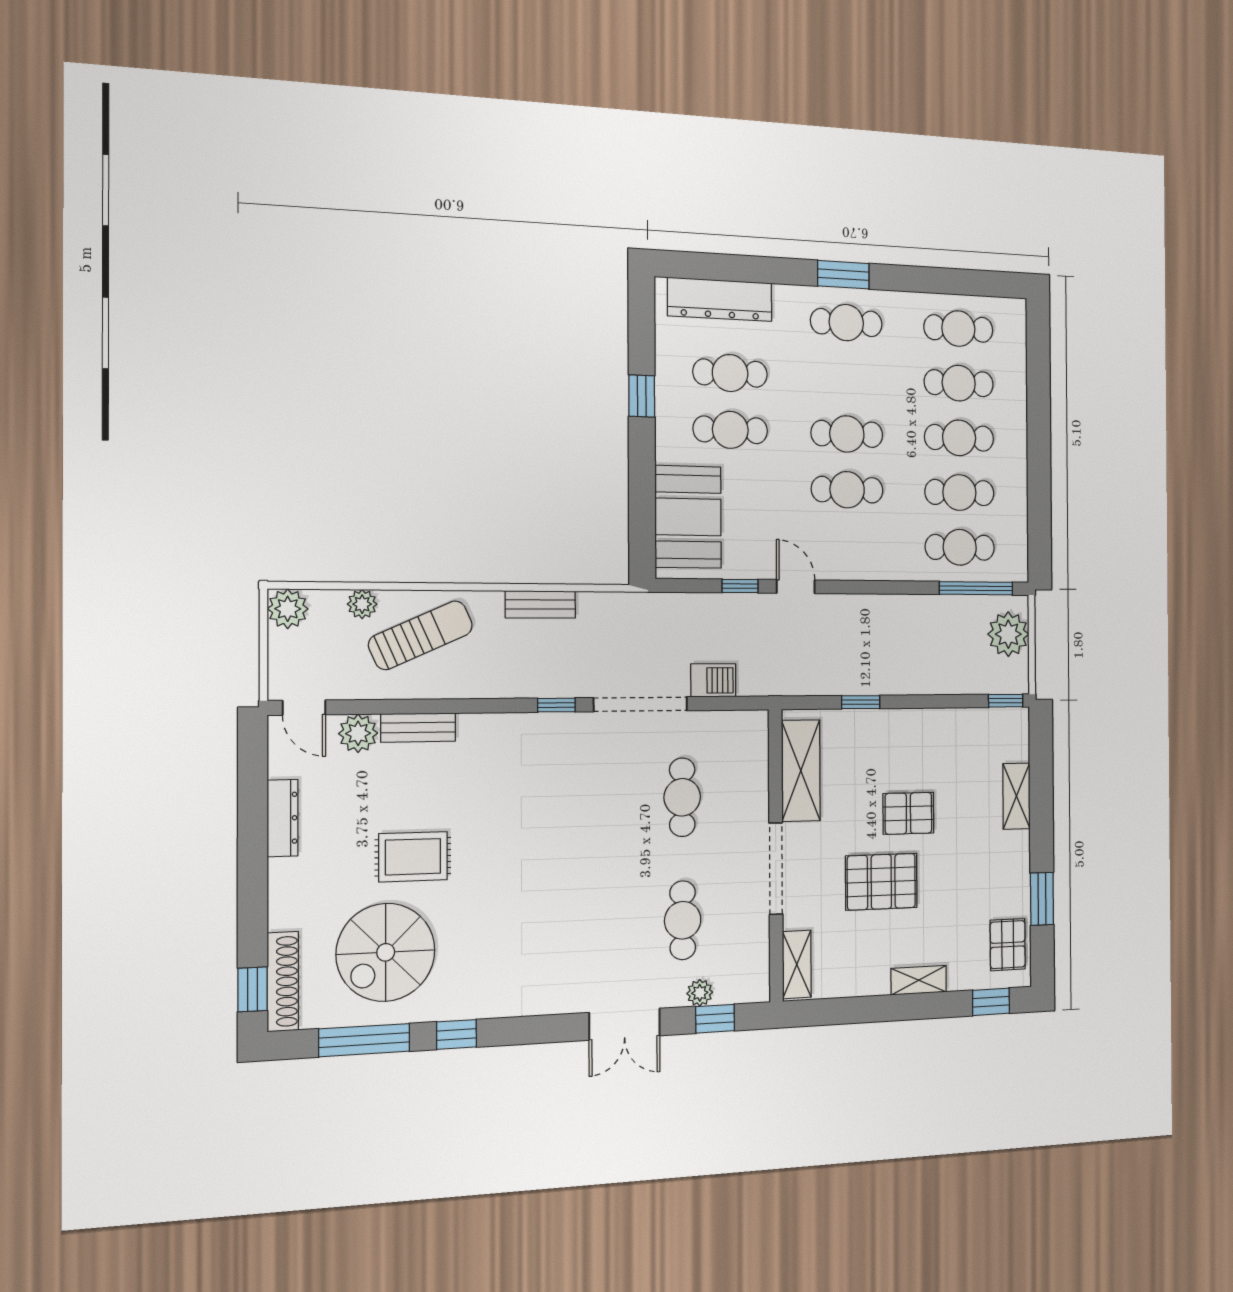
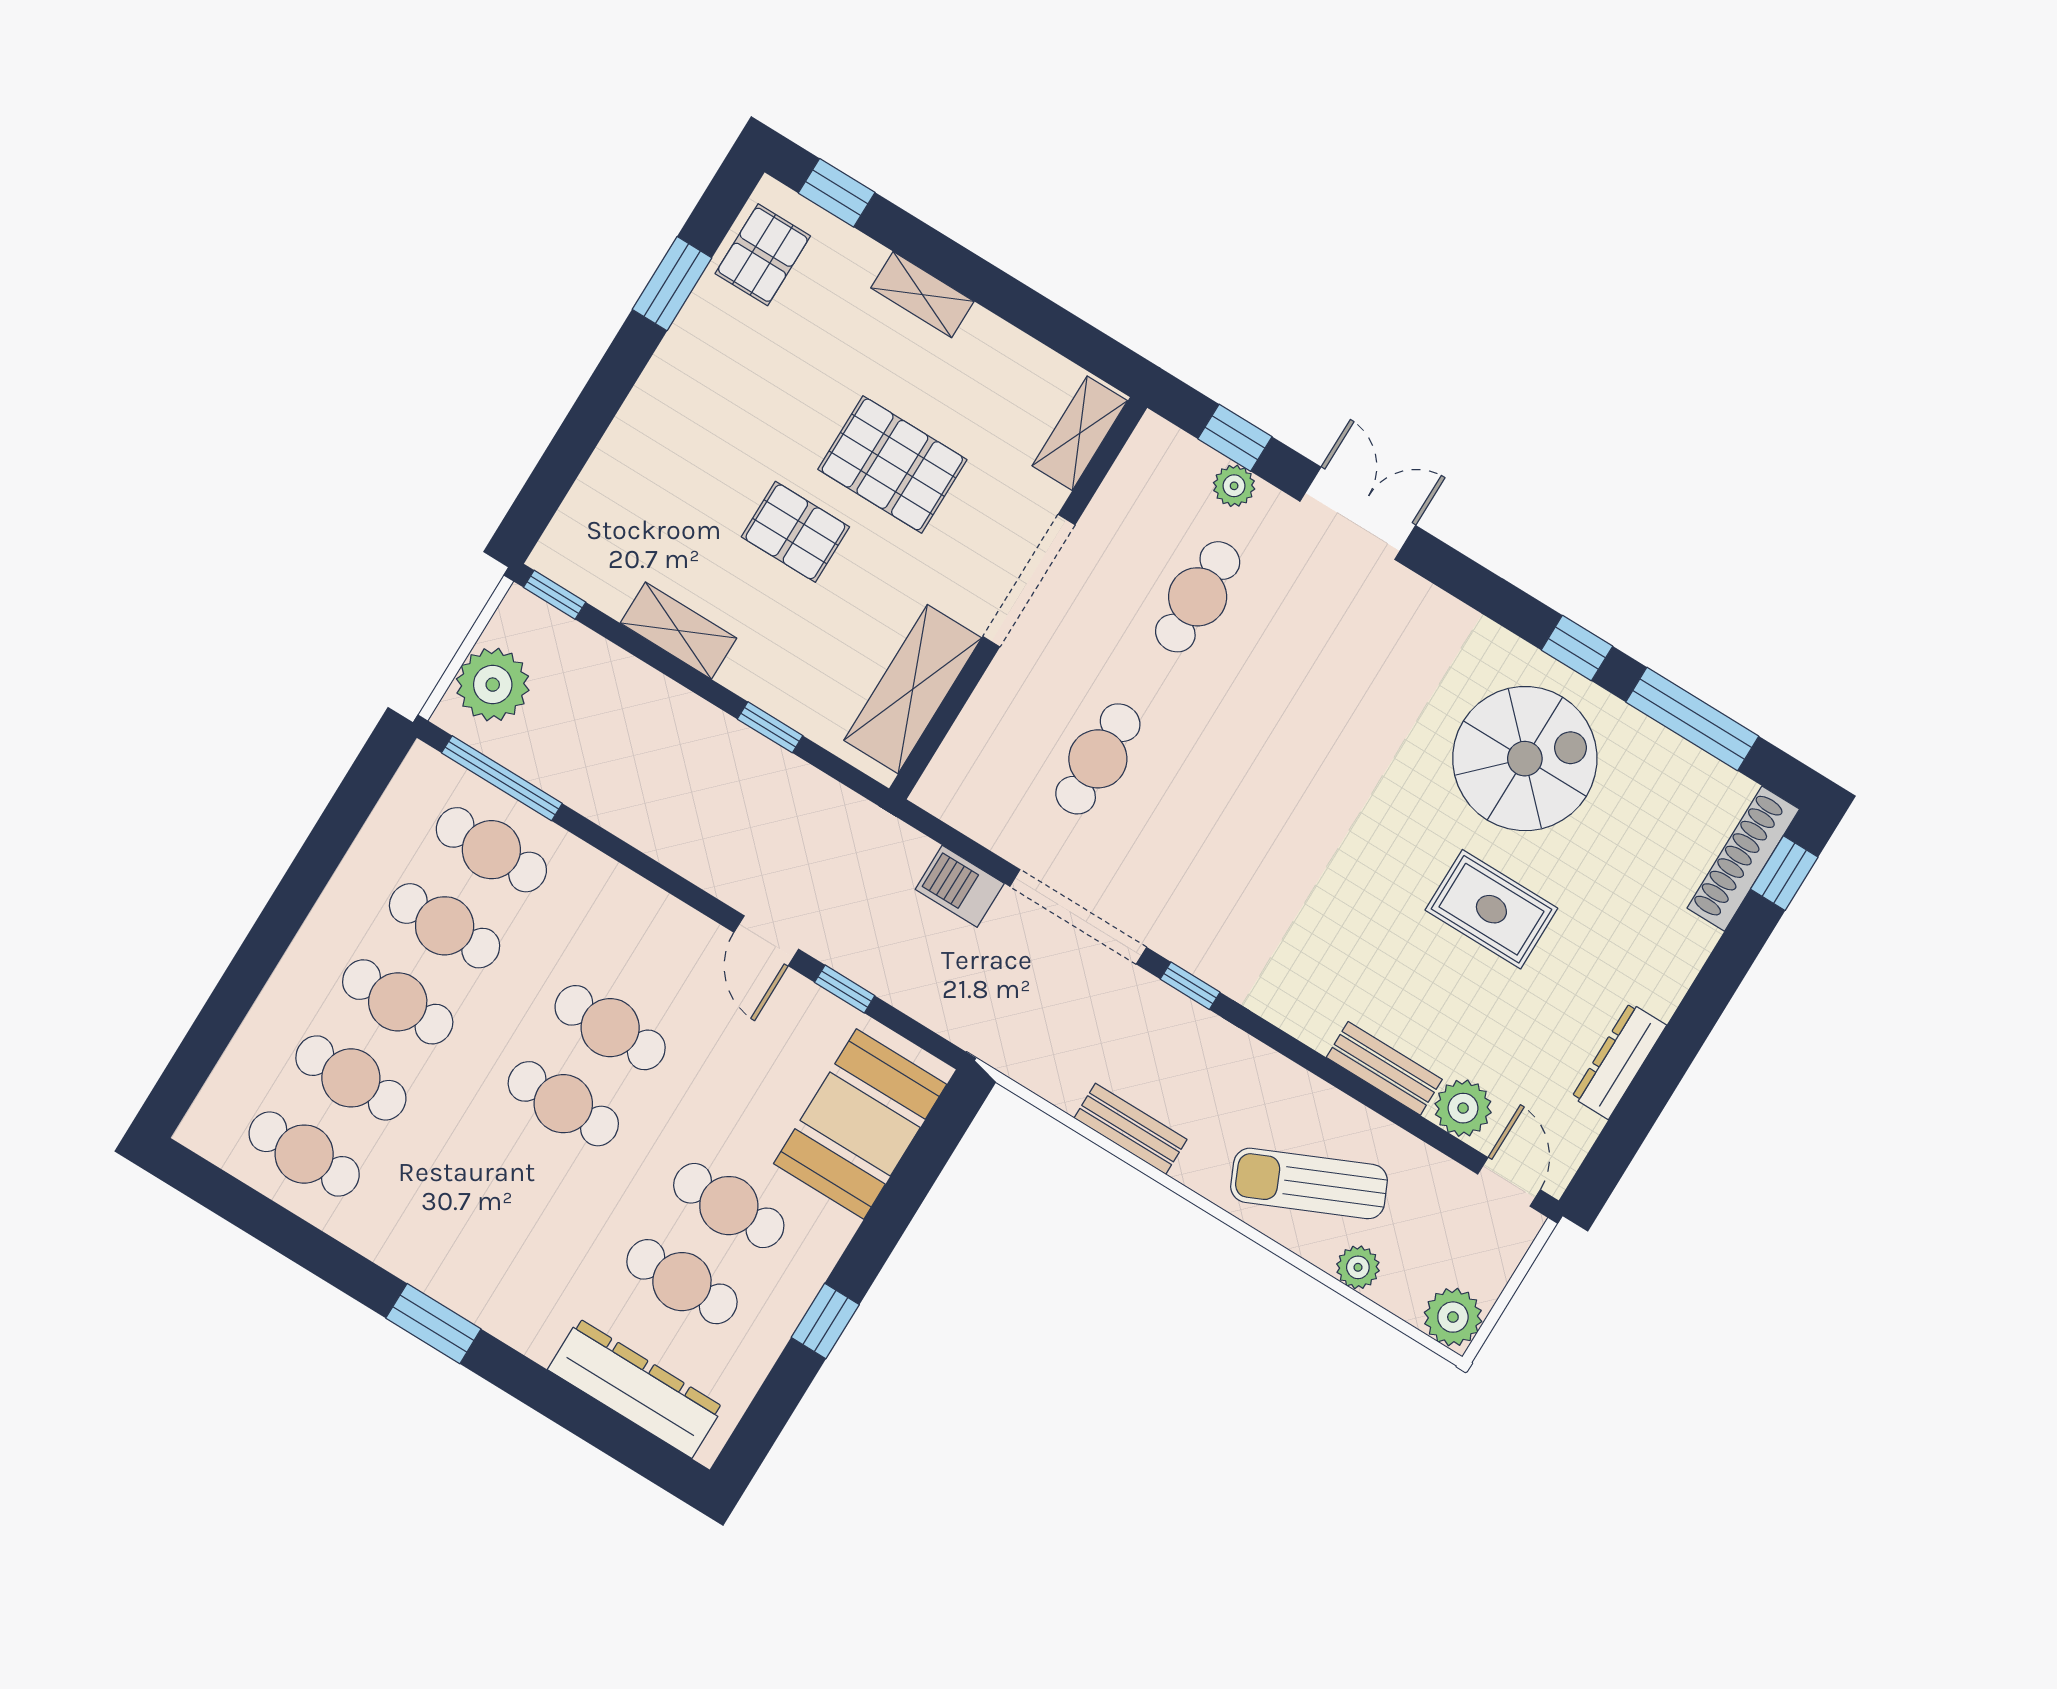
cafe table: (846, 323) -> (470, 1256), removed
shelving: (1017, 796) -> (678, 631), moved, turned 90
spiral stairs: (386, 952) -> (1525, 759), moved

